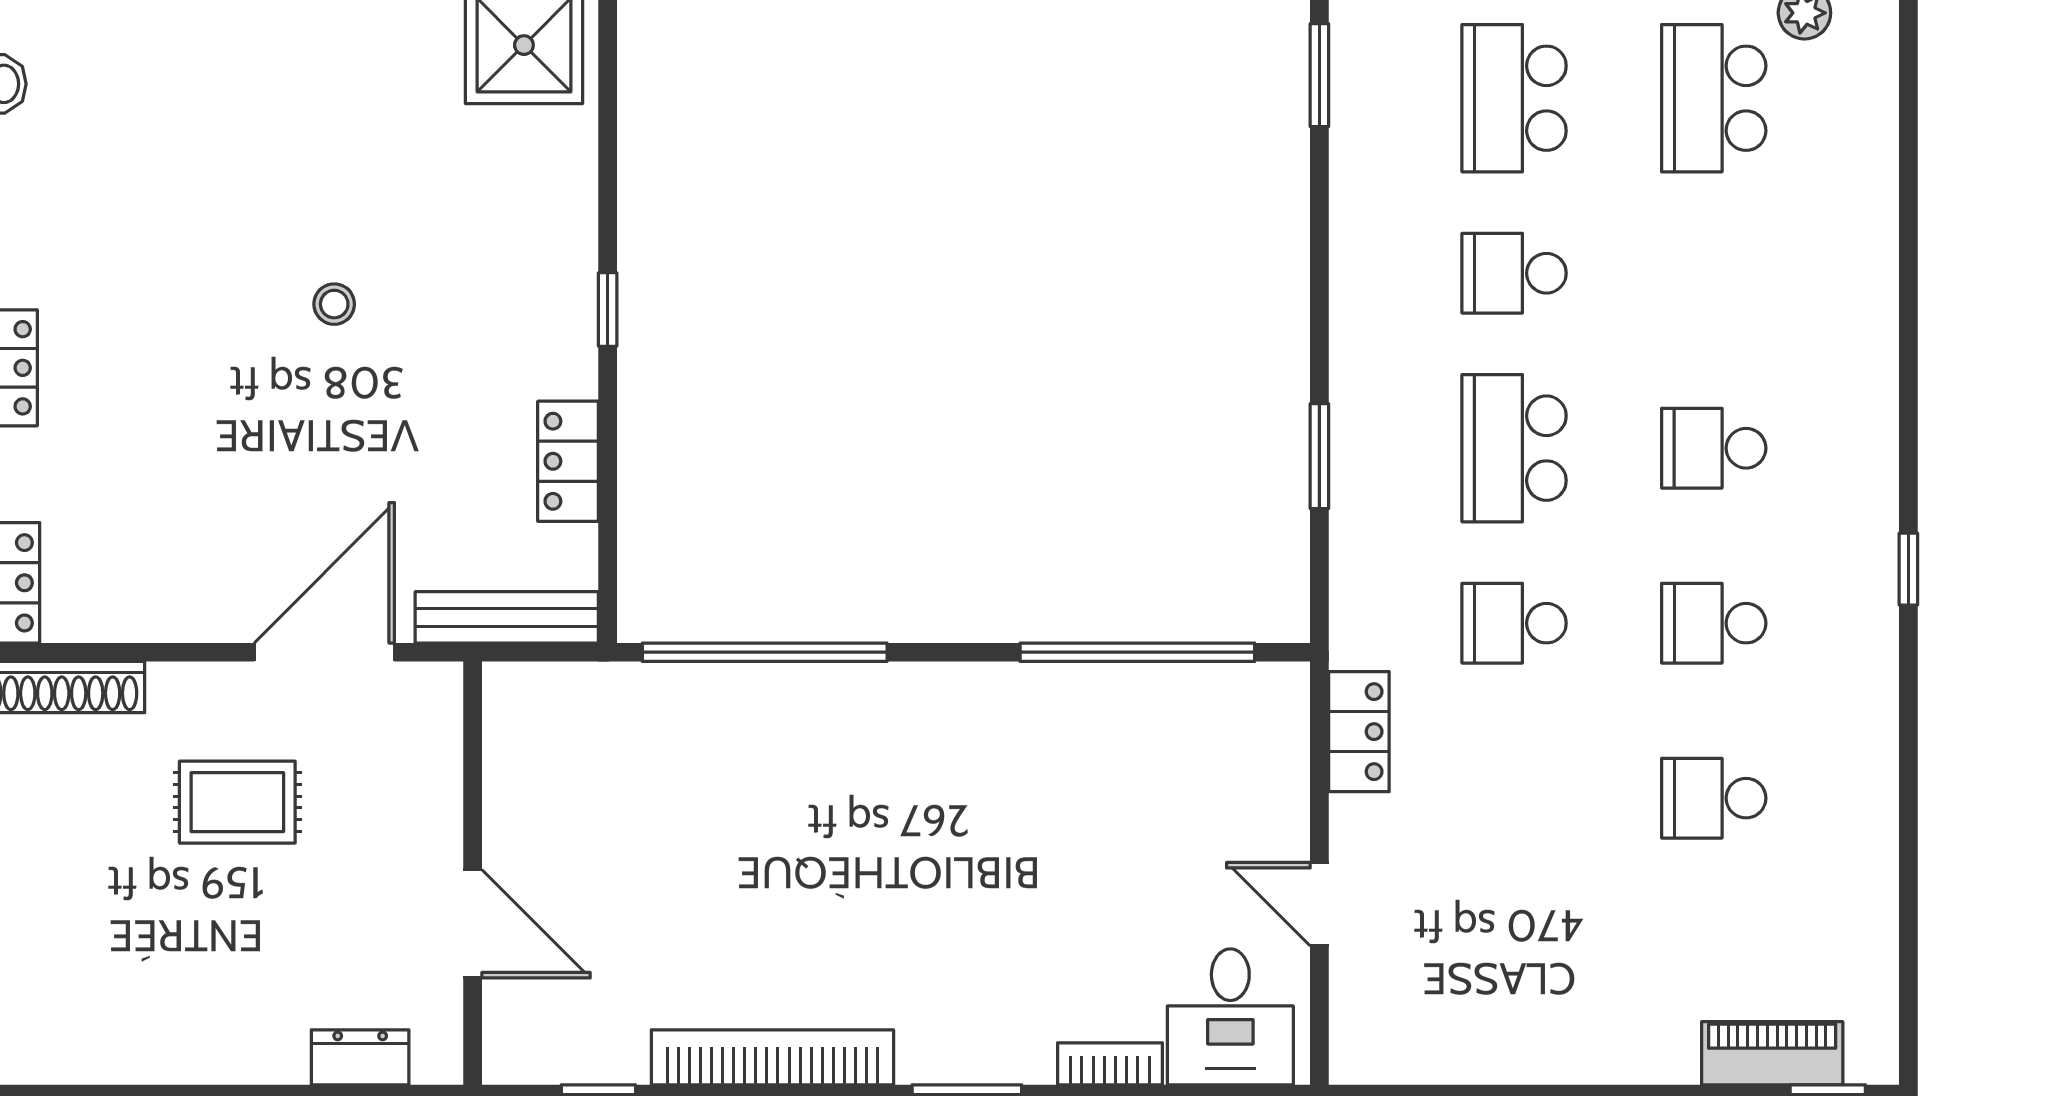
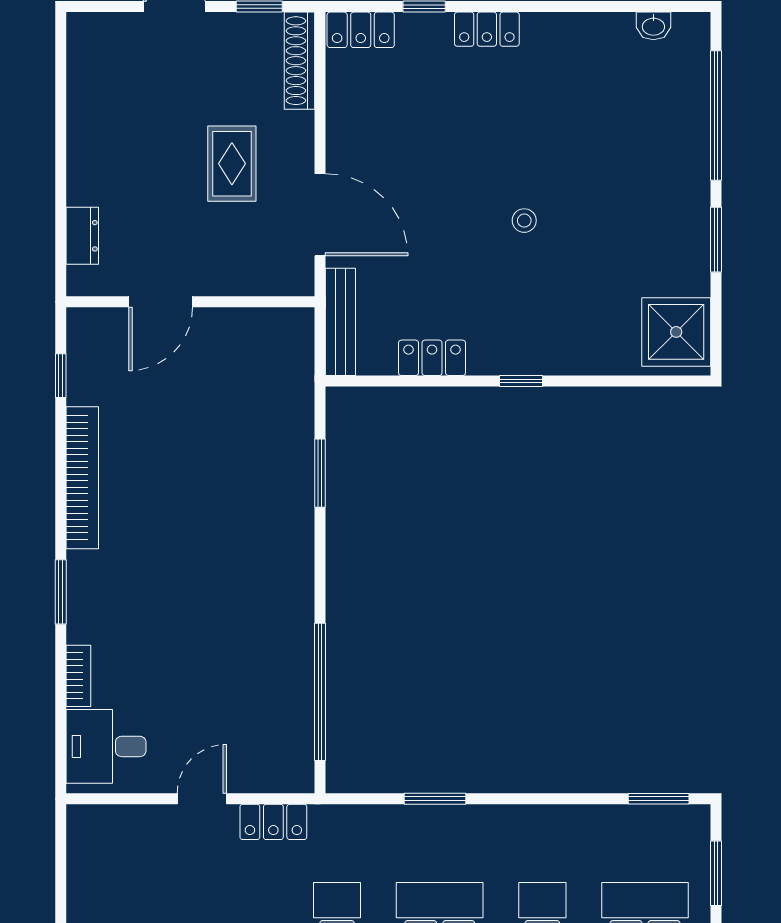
window: (765, 652) -> (320, 473), width x0.47
door: (1319, 904) -> (202, 799), moved

